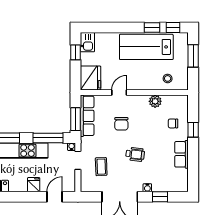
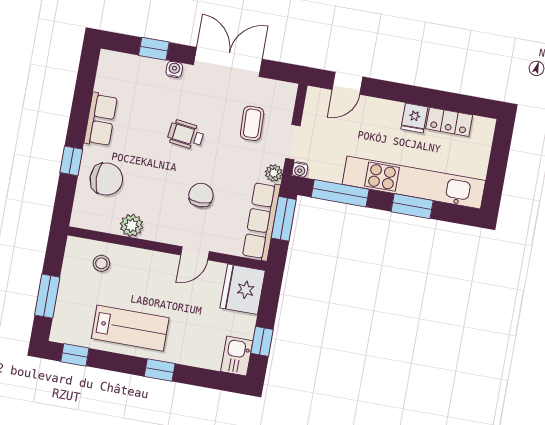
window: (152, 28) -> (160, 370), moved
lab bench: (146, 47) -> (130, 328), width x0.73, depth x0.72
chair: (173, 123) -> (106, 179), width x1.87, depth x1.87
plant: (85, 142) -> (274, 173), added
fridge: (34, 185) -> (414, 118), moved

